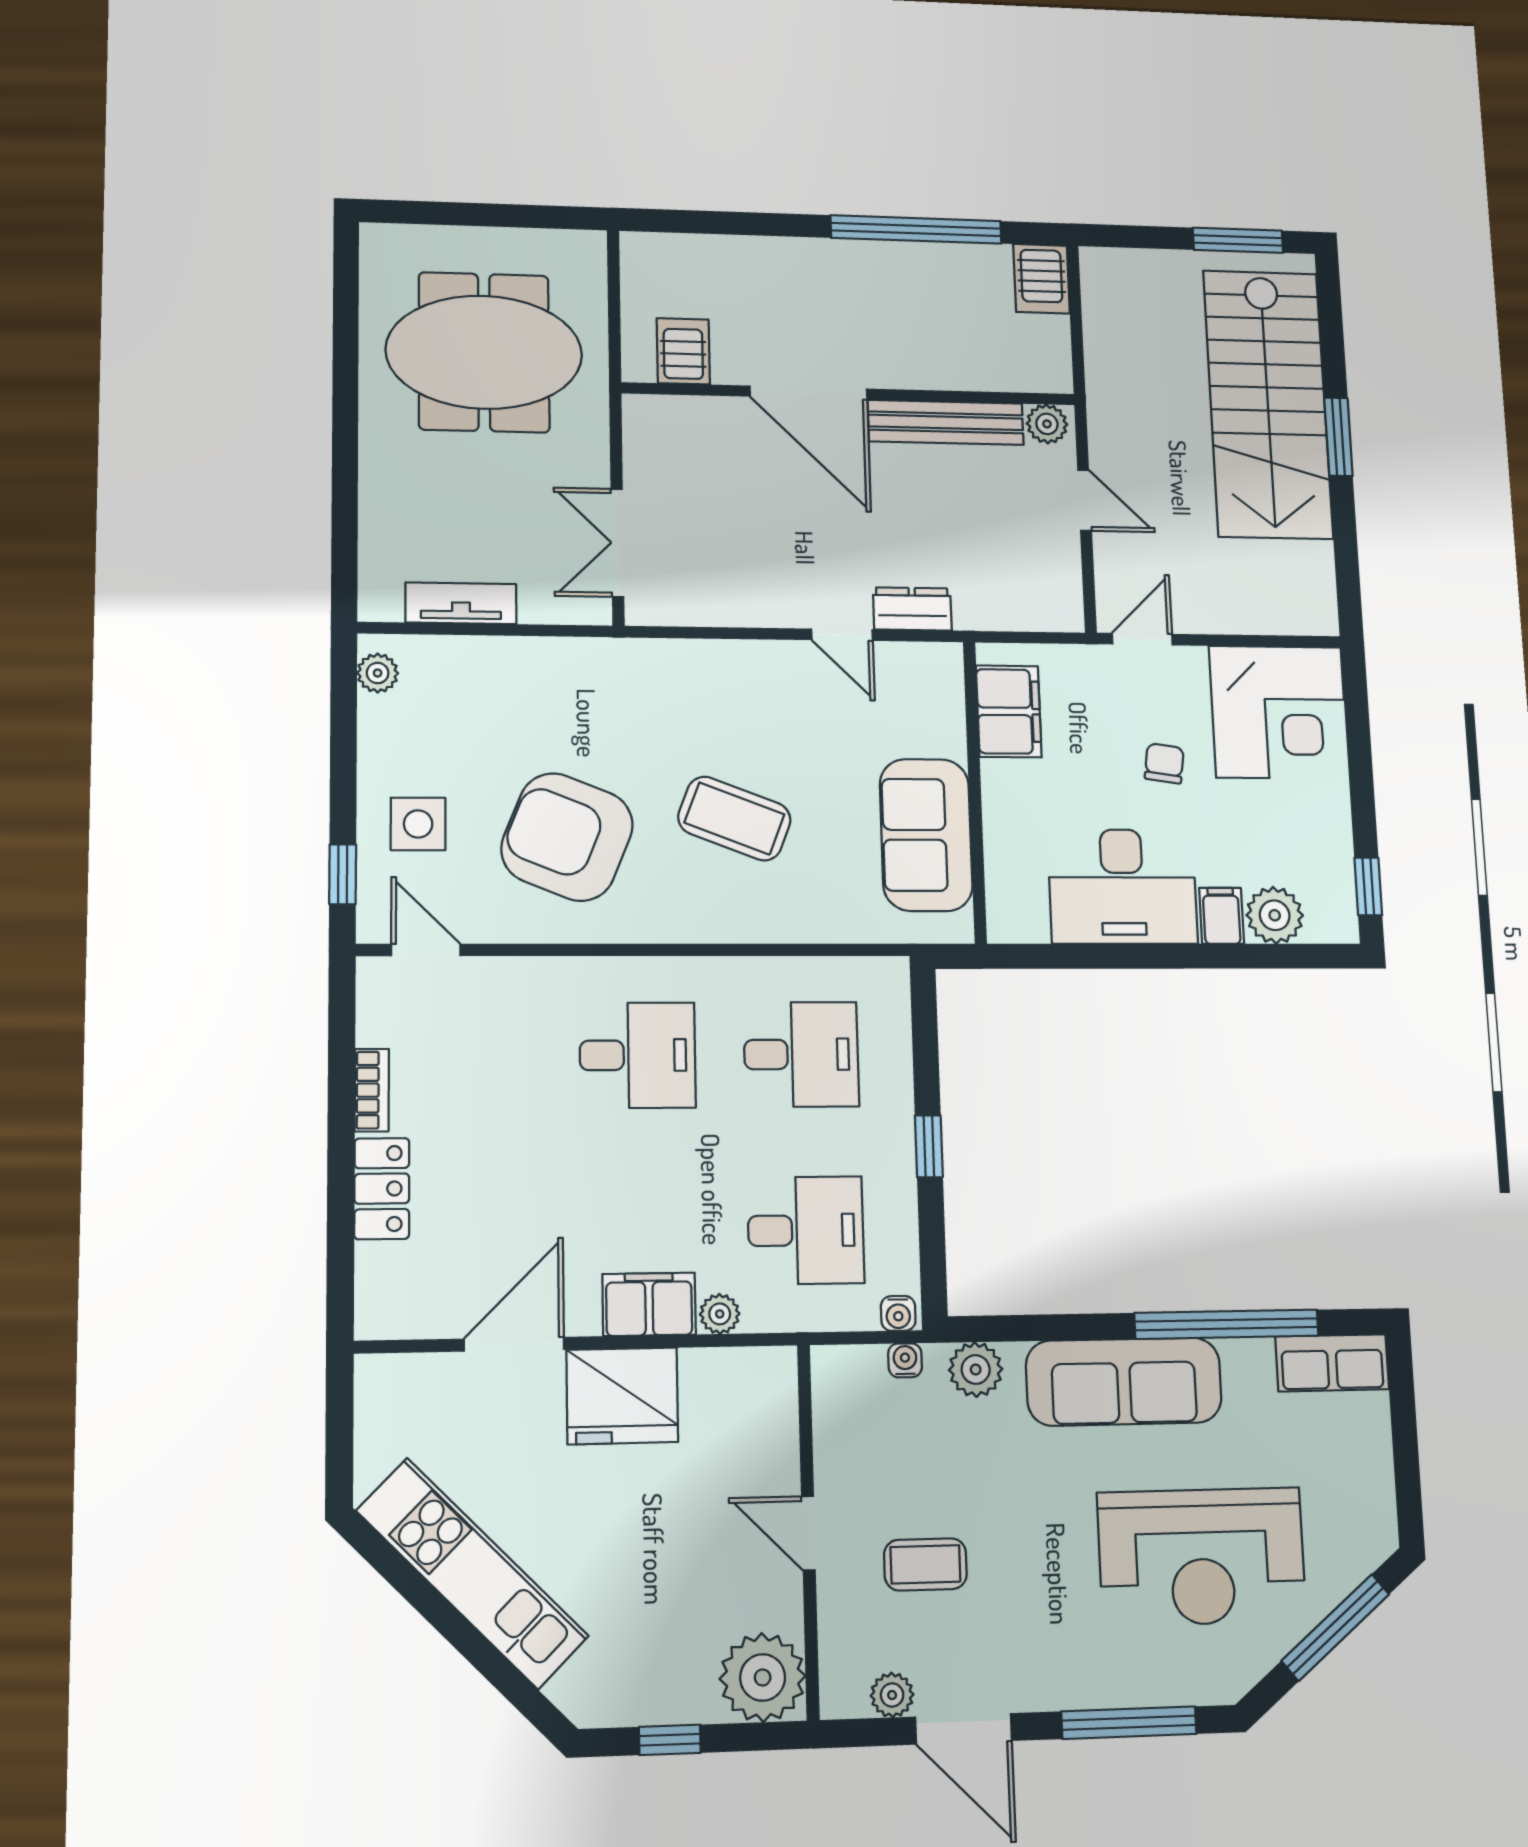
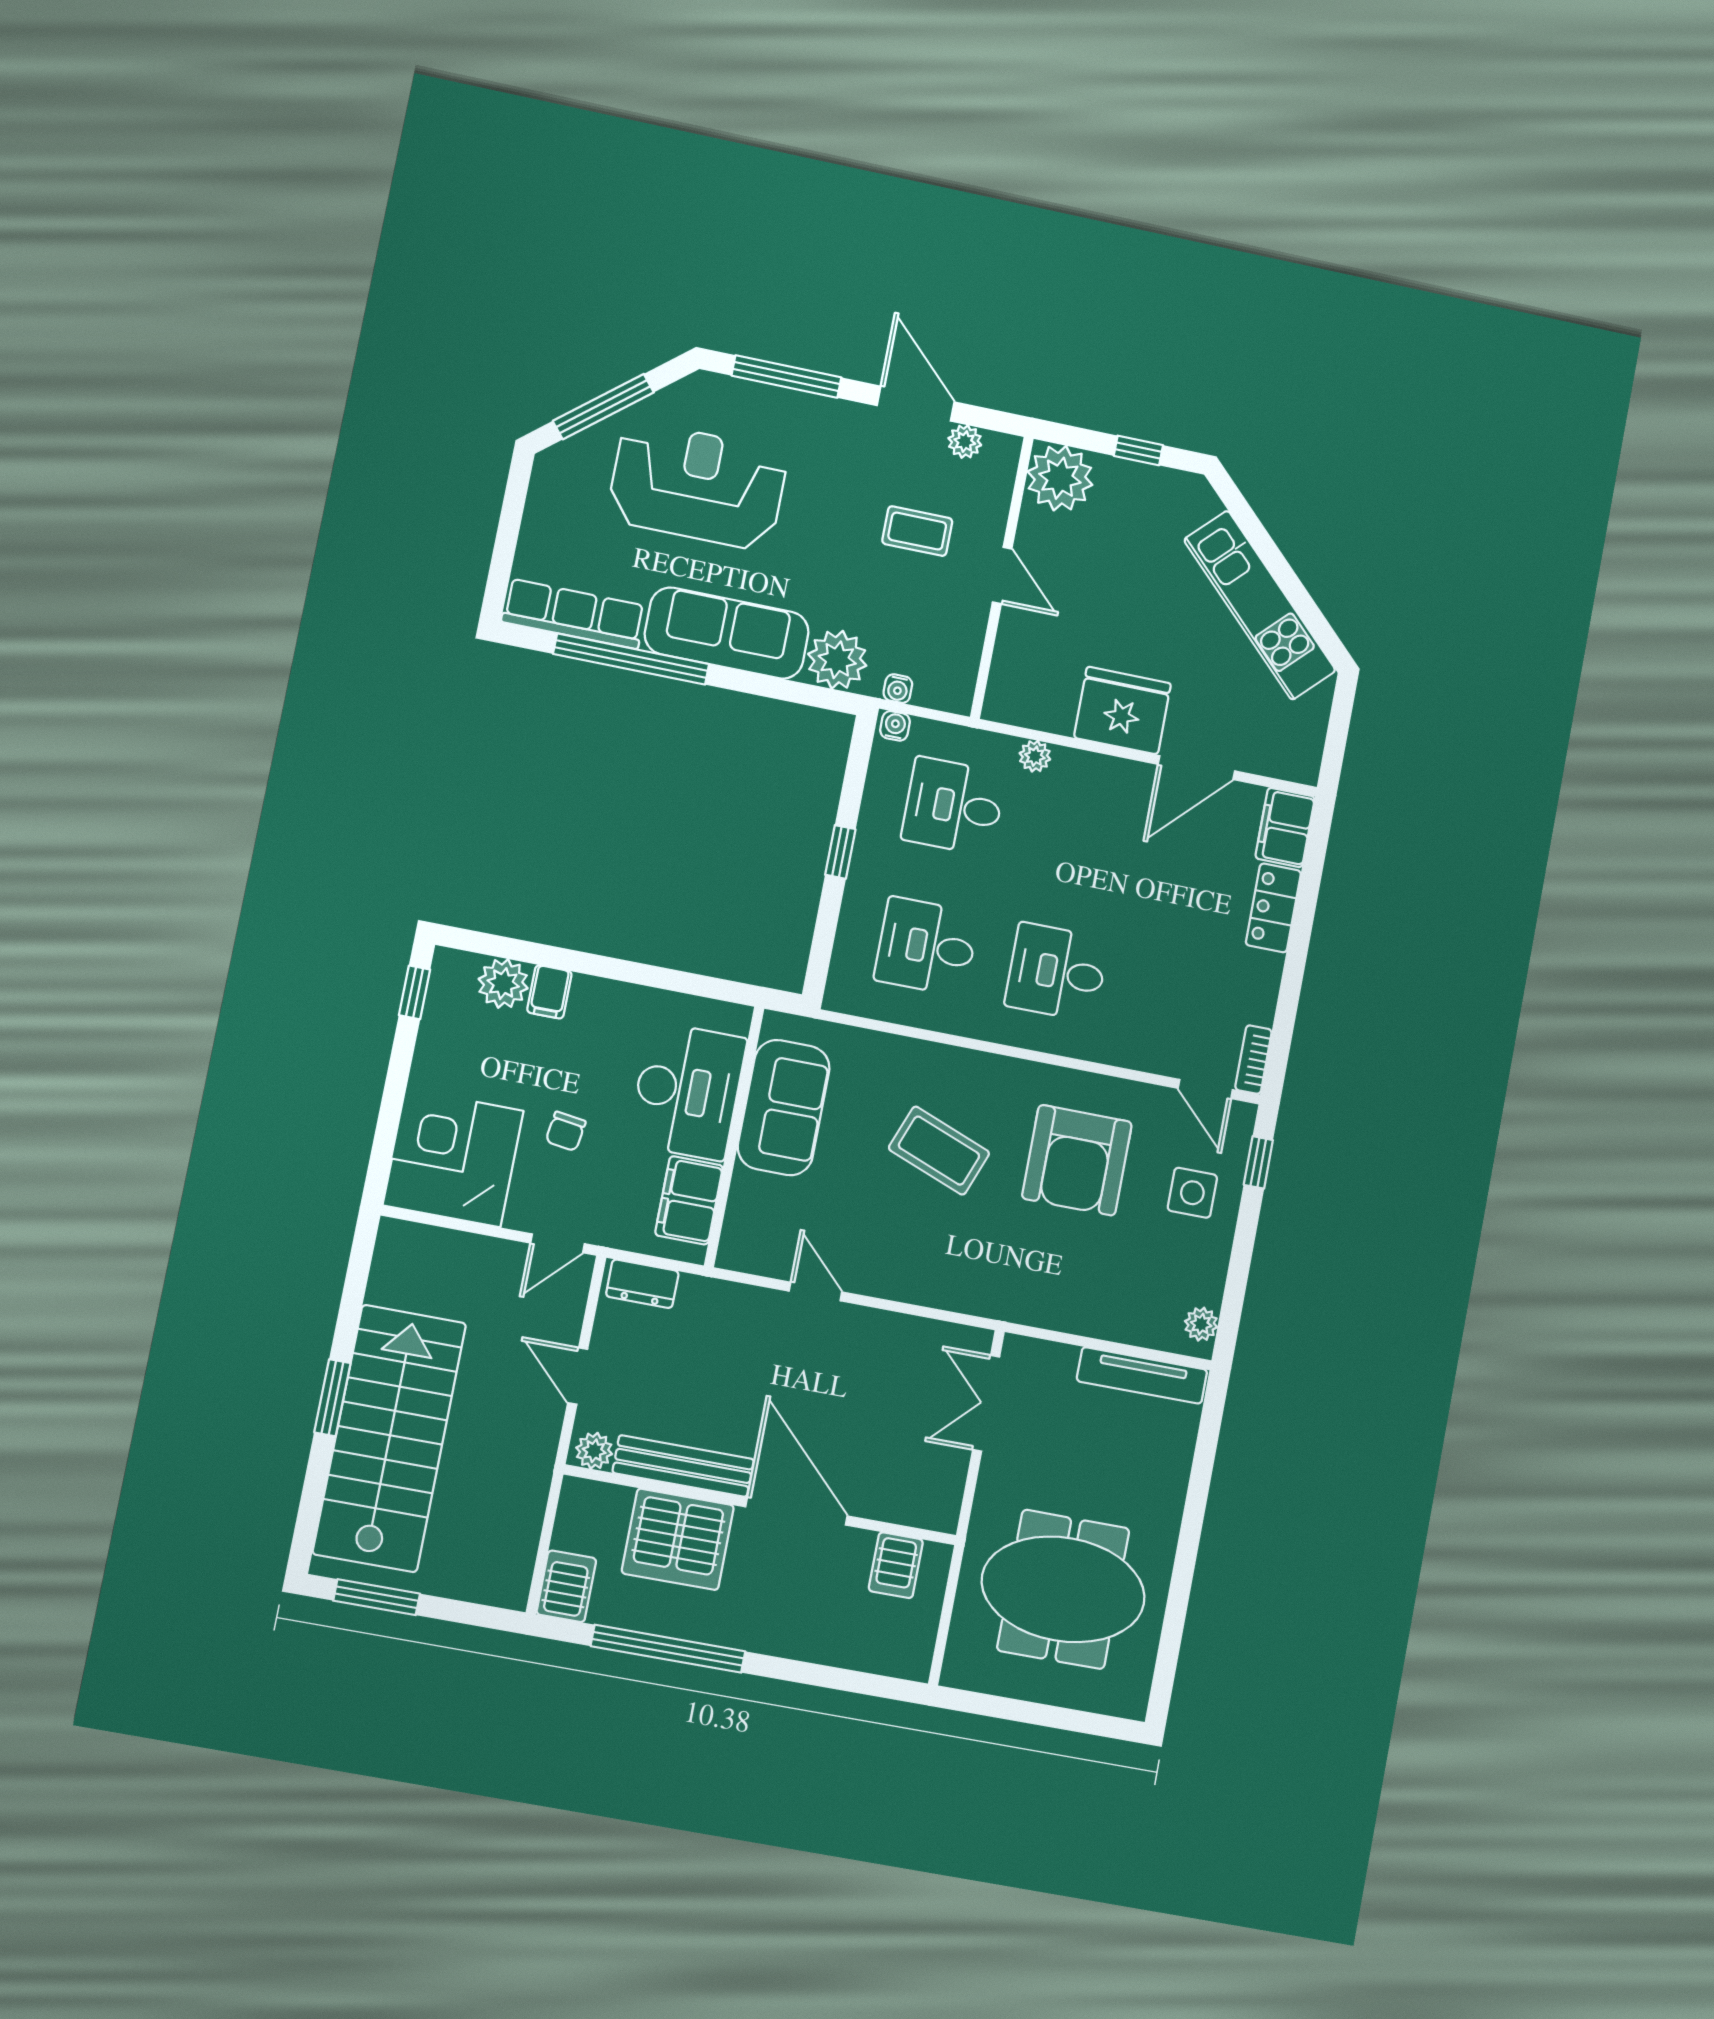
server rack: (933, 344) -> (678, 1539), added
double door: (617, 543) -> (986, 1403), swing flipped
tv unit: (461, 603) -> (1142, 1375), width x1.41
dresser: (912, 609) -> (642, 1284), moved
armchair: (567, 837) -> (1077, 1160), turned 68
desk: (1122, 887) -> (687, 1091), moved, turned 90
bookcase: (372, 1090) -> (1253, 1060), moved
filing cabinet: (649, 1304) -> (1285, 827), moved, turned 90
row of seats: (1332, 1363) -> (574, 614), width x1.48
plant: (976, 1370) -> (837, 660), width x1.36, depth x1.36

